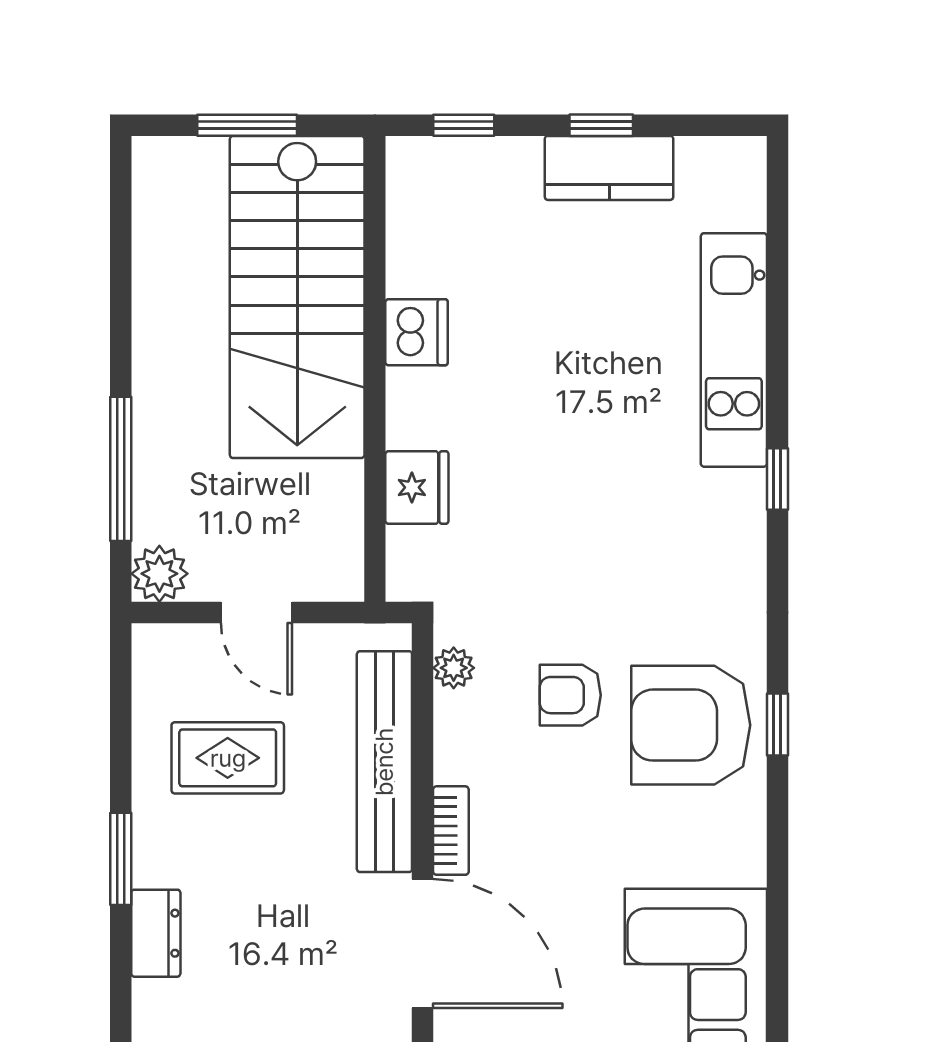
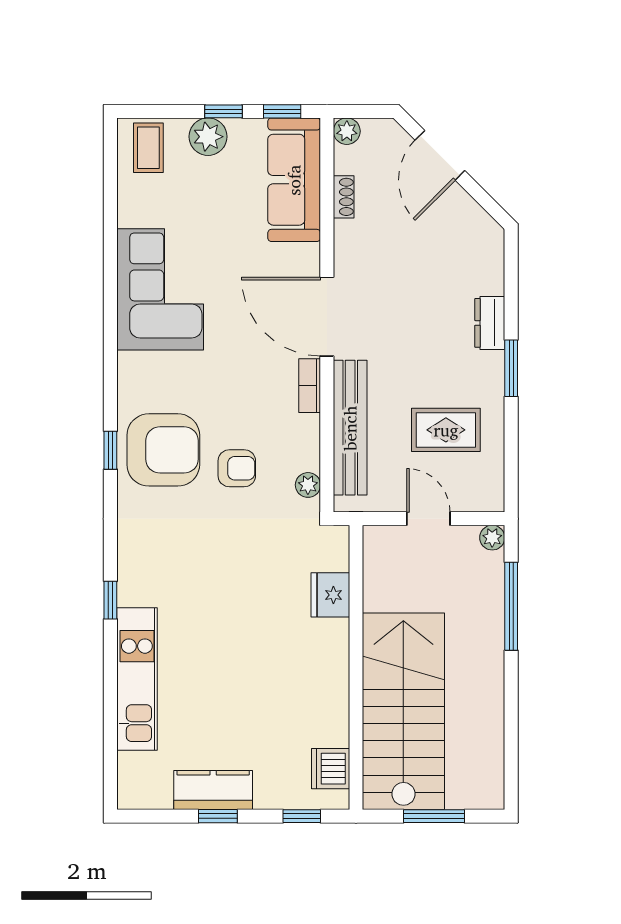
dishwasher: (417, 332) -> (331, 769), moved
plant: (159, 574) -> (492, 538), width x0.73, depth x0.73

